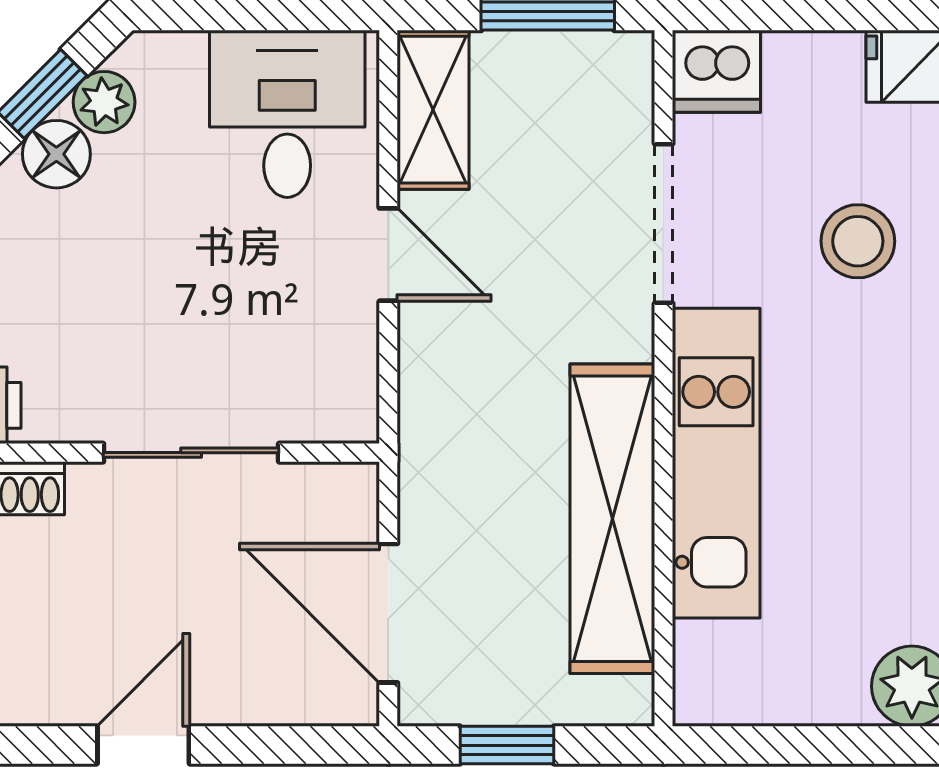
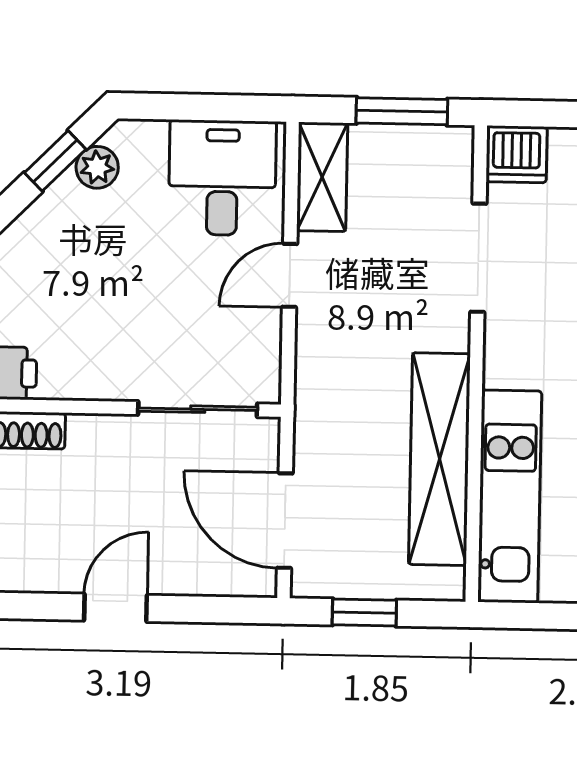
floor lamp: (56, 154) -> (64, 202), removed
door: (388, 255) -> (290, 275), swing flipped
sliding door: (191, 453) -> (198, 409), moved
kitchen unit: (716, 463) -> (510, 496), moved

